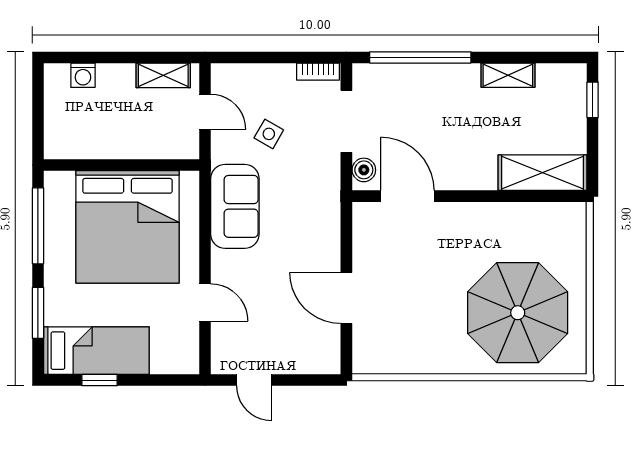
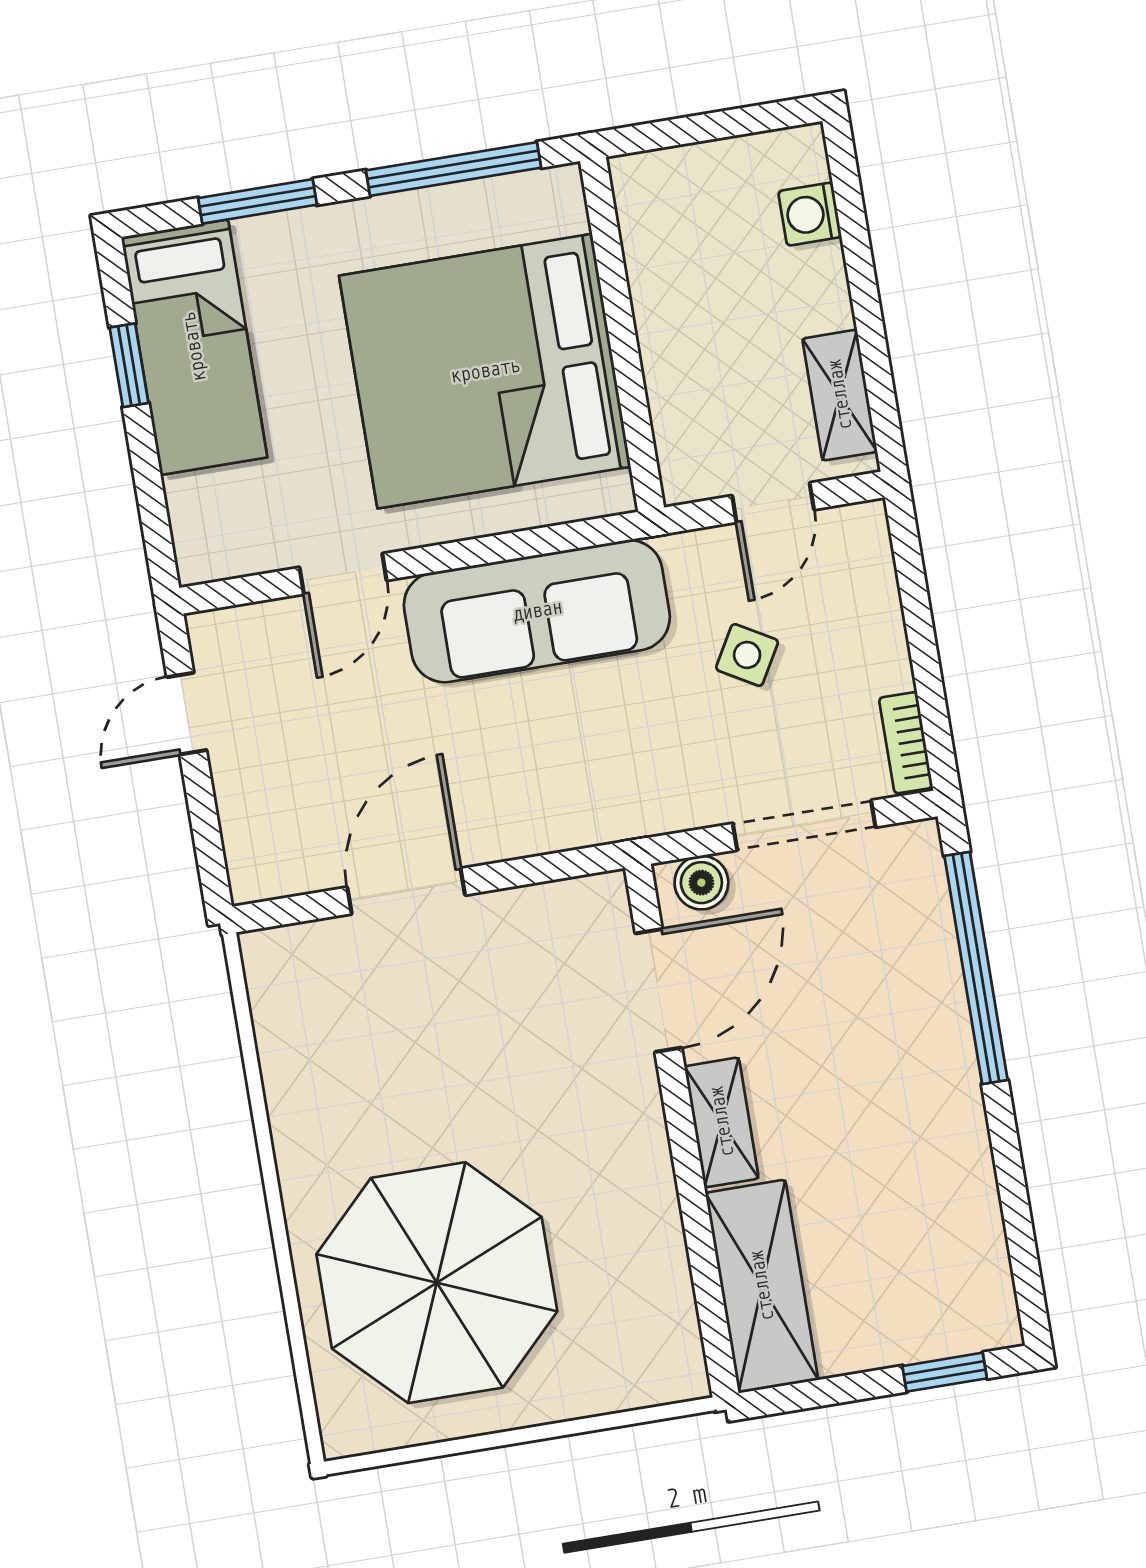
shelving: (508, 75) -> (722, 1122), moved
sofa: (235, 206) -> (537, 611), width x1.36

